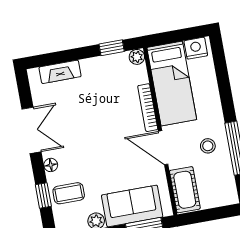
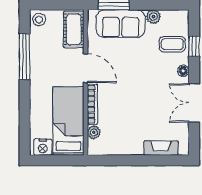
window: (112, 48) -> (114, 160), removed
plant: (137, 57) -> (94, 132), moved
stool: (208, 146) -> (39, 19), moved

